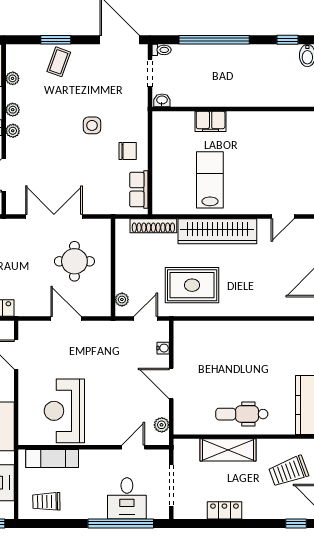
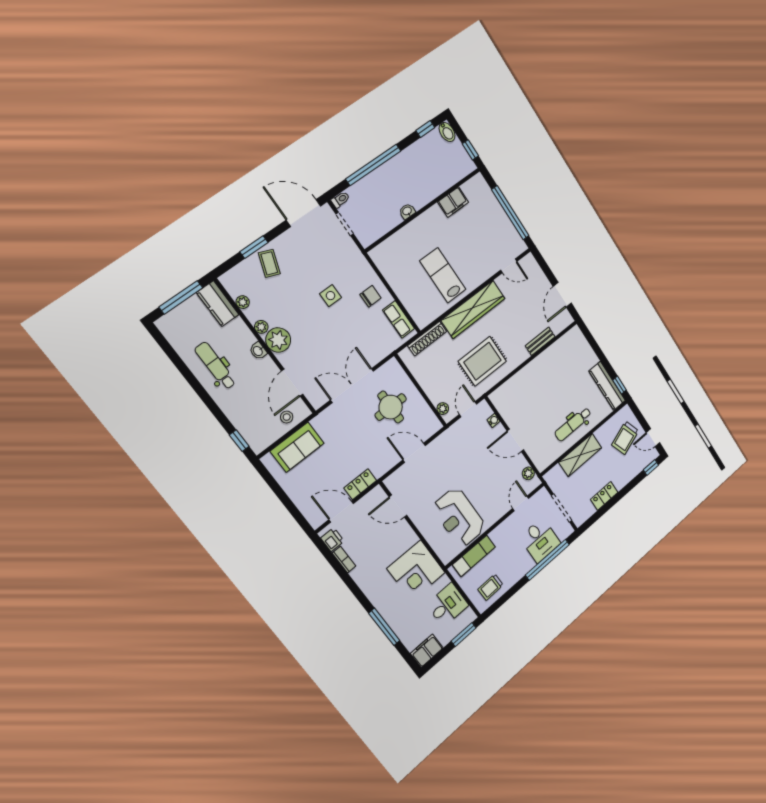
washbasin: (162, 100) -> (407, 211), moved
filing cabinet: (211, 121) -> (453, 202), moved
plant: (13, 131) -> (278, 340), width x1.88, depth x1.88
door: (283, 216) -> (509, 266), hinge flipped
bench: (264, 309) -> (540, 341), added

